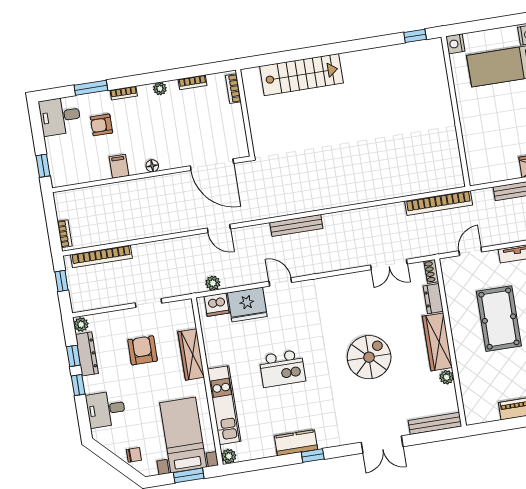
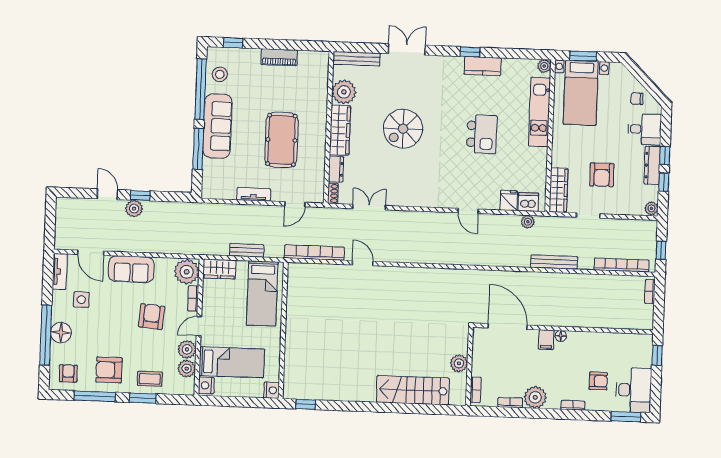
window: (91, 88) -> (626, 417), moved
plant: (160, 89) -> (535, 397), width x1.87, depth x1.87
plant: (257, 114) -> (459, 363), added
desk: (60, 116) -> (634, 390), width x1.37
bed: (486, 147) -> (262, 293), added
filing cabinet: (119, 166) -> (546, 340), moved
bench: (296, 226) -> (554, 262), moved
door: (219, 229) -> (363, 263), moved
fridge: (247, 305) -> (509, 200), width x0.53, depth x0.75
dresser: (87, 354) -> (652, 165), moved
wardrobe: (191, 354) -> (559, 190), moved
kitchen island: (282, 368) -> (482, 134), turned 90
plant: (447, 377) -> (344, 92), width x1.88, depth x1.88
chair: (134, 455) -> (637, 99), moved

